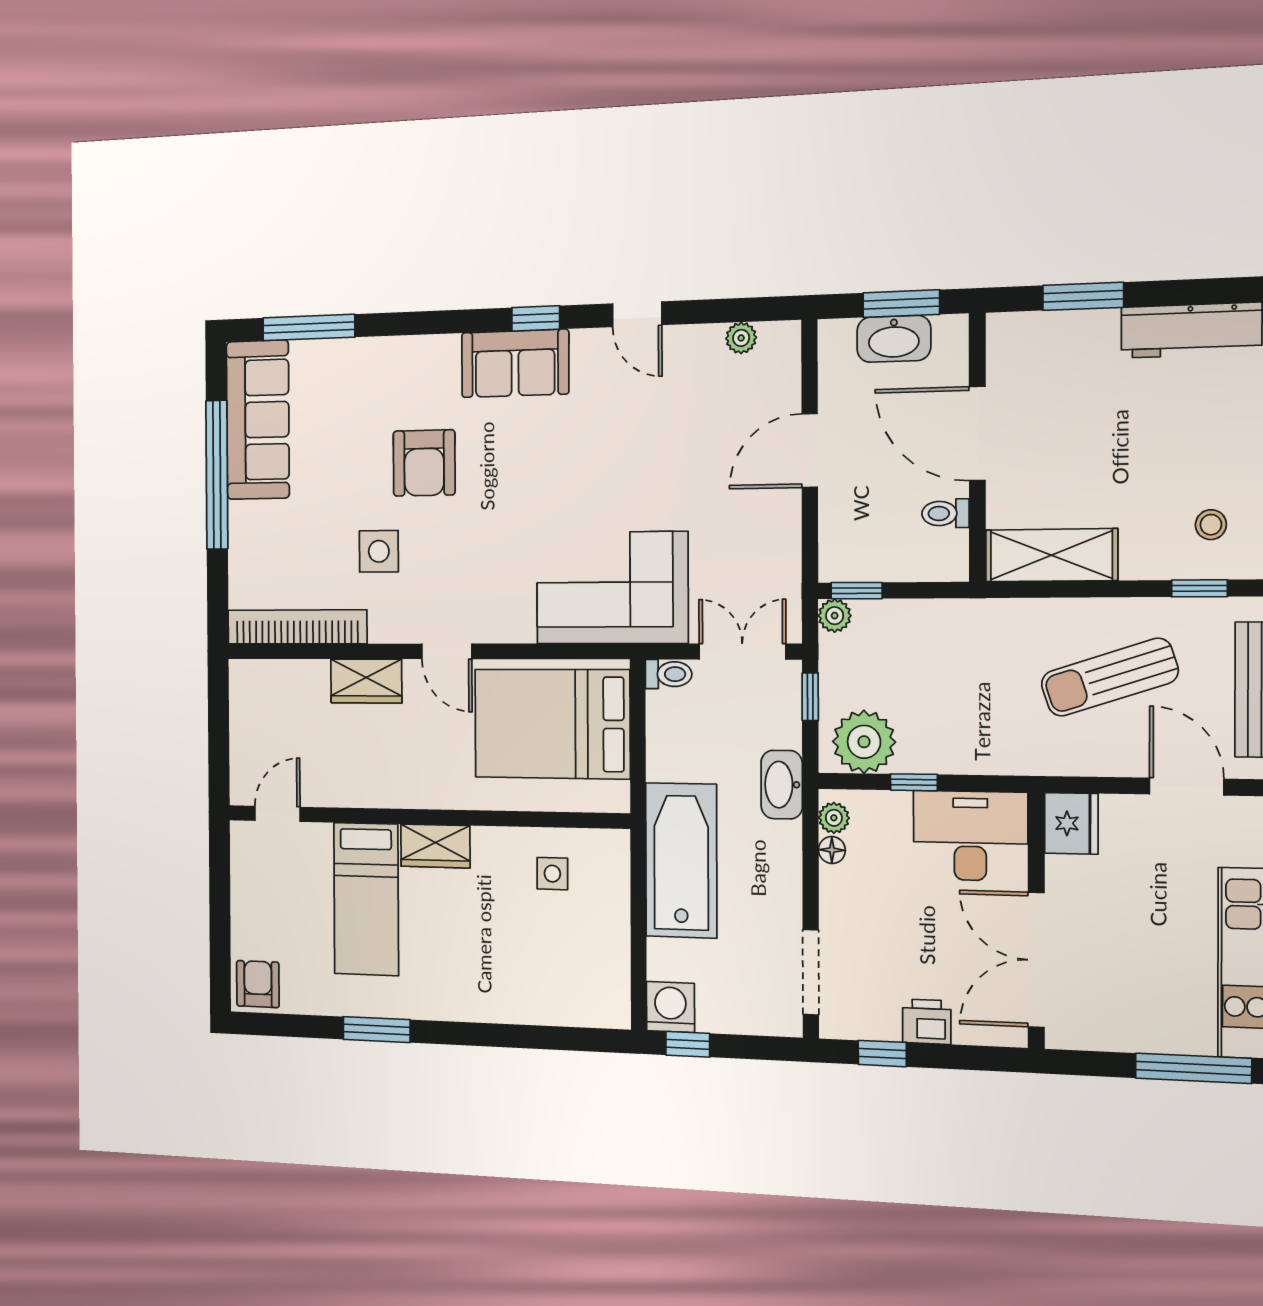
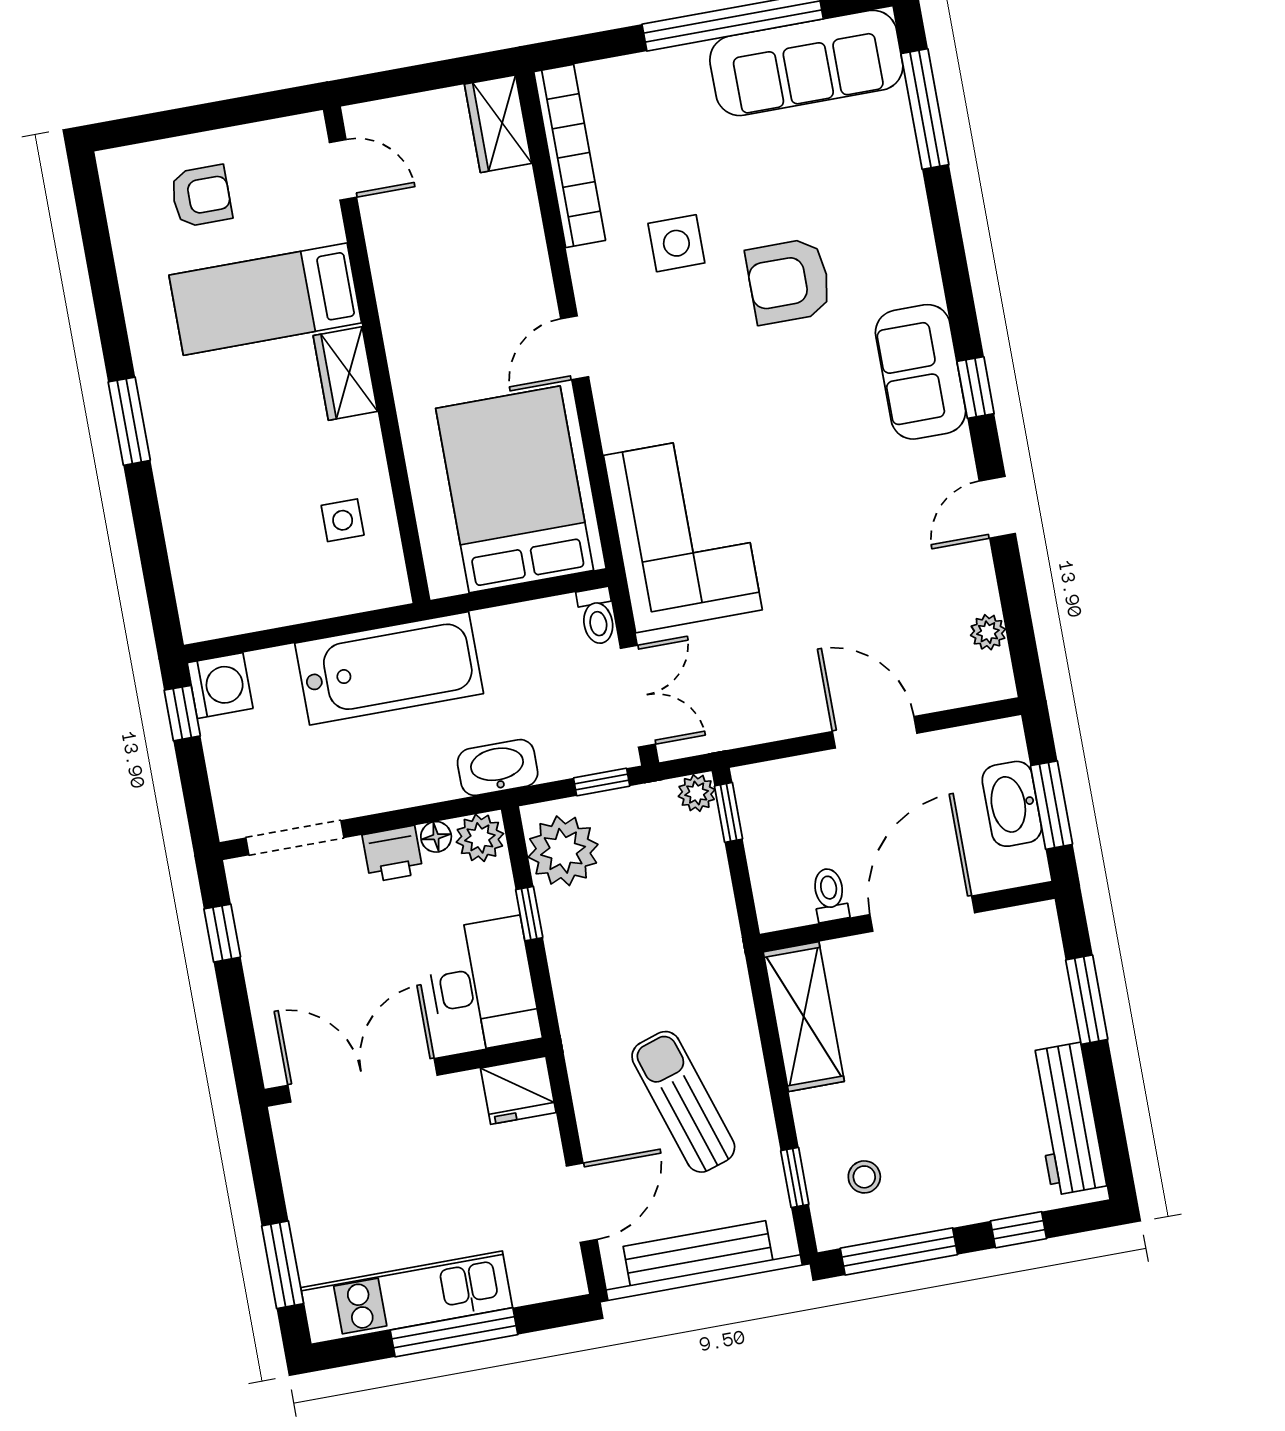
wardrobe: (366, 681) -> (498, 124), moved
plant: (834, 818) -> (480, 838), width x1.38, depth x1.38
armchair: (258, 984) -> (201, 196), moved
printer: (927, 1022) -> (393, 854), moved, turned 90
window: (377, 1030) -> (129, 421), moved
window: (1193, 1068) -> (283, 1265), width x0.69

